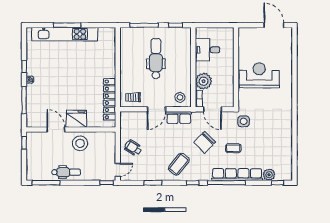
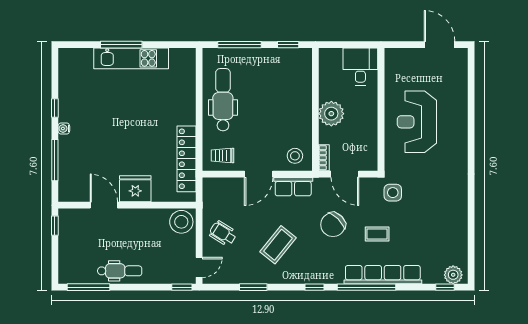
kitchen unit: (65, 34) -> (131, 58), width x0.73
desk: (208, 50) -> (360, 67), moved, turned 90
dental chair: (156, 59) -> (223, 100), moved
reception desk: (259, 75) -> (417, 122), turned -90
plant: (204, 81) -> (331, 114), moved
stool: (80, 143) -> (181, 222), moved
coffee table: (179, 164) -> (278, 245), moved
plant: (269, 175) -> (453, 275), moved

